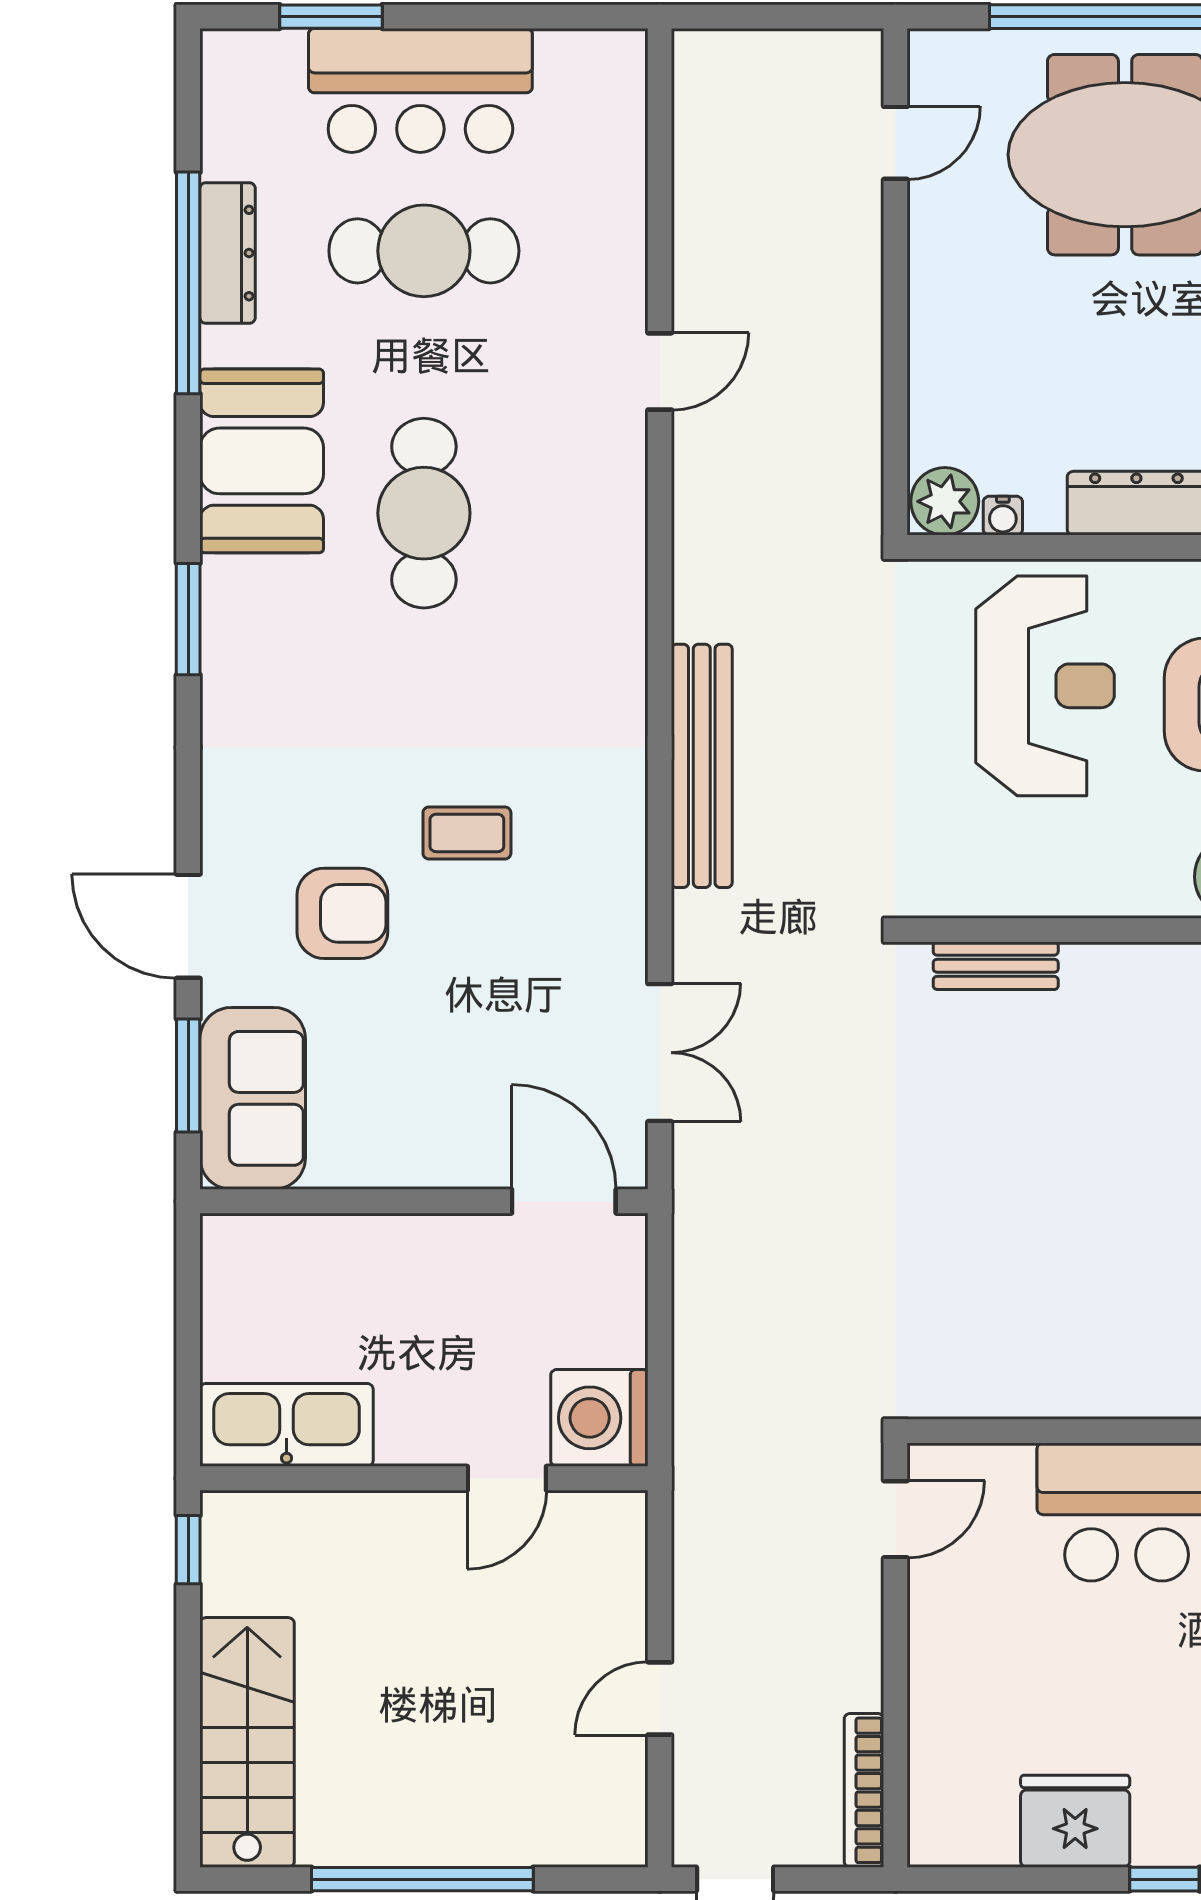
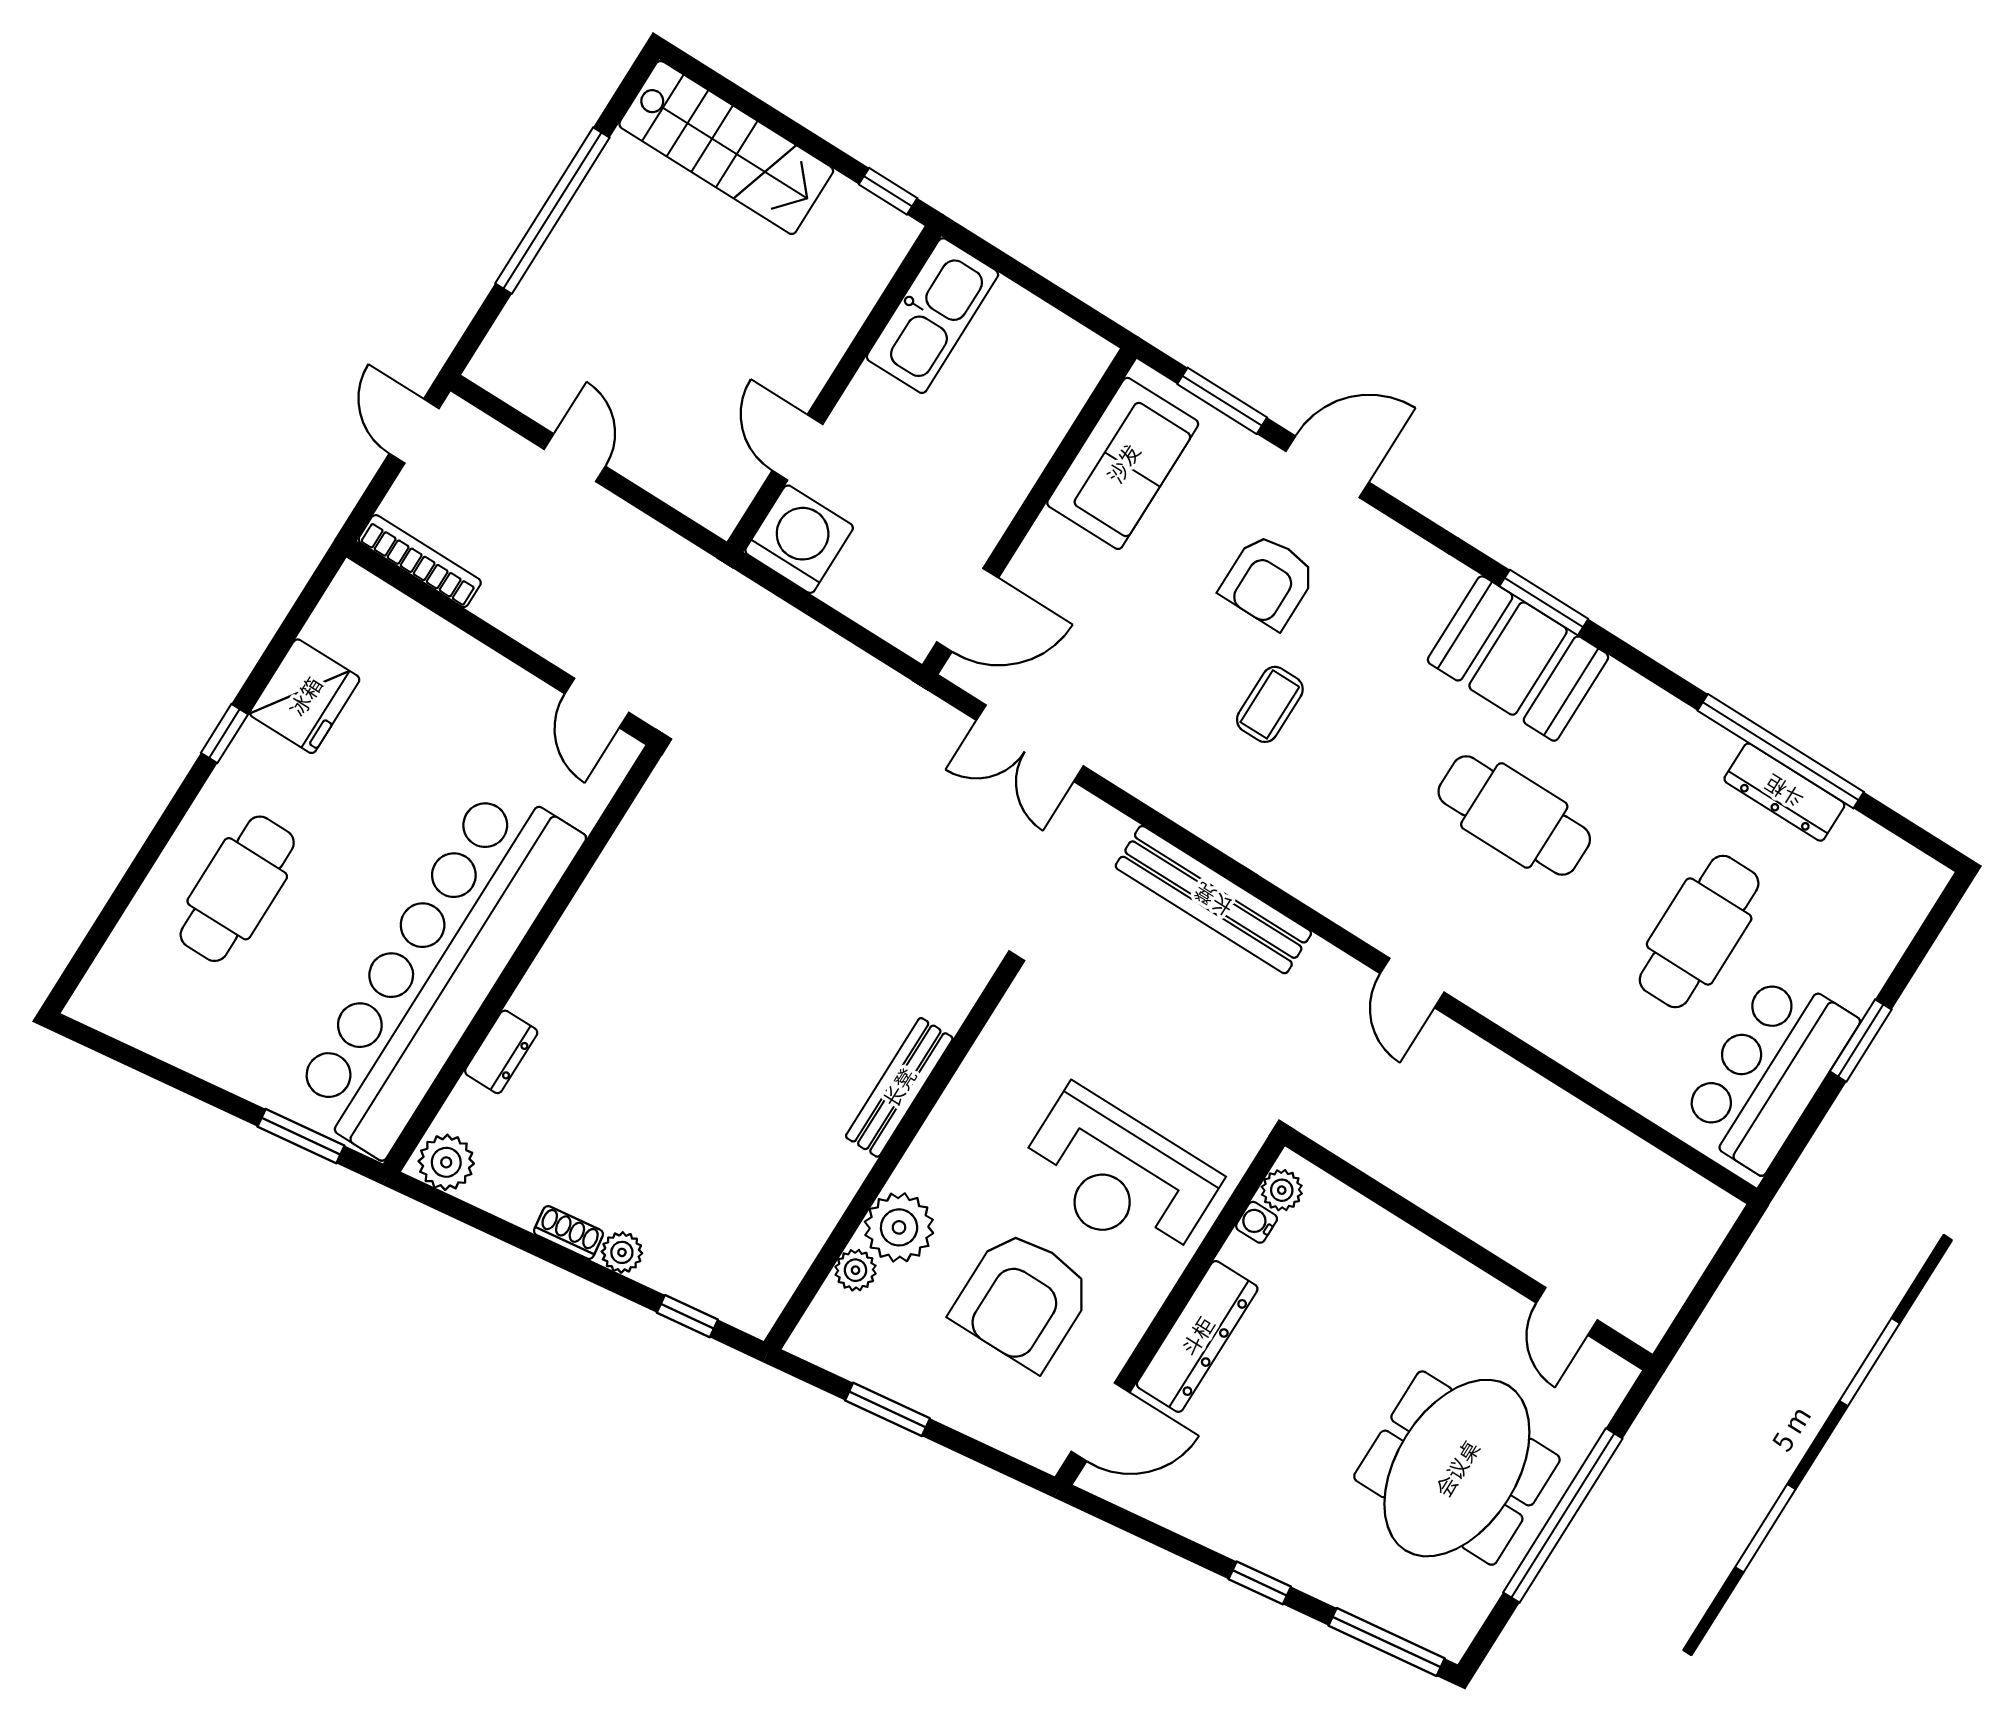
window: (331, 17) -> (1861, 1041), moved
bar counter: (420, 90) -> (1769, 1072), moved
door: (660, 371) -> (1412, 983), moved
booth: (262, 461) -> (1518, 659), moved
plant: (945, 501) -> (1282, 1190), width x0.73, depth x0.73
bench: (996, 966) -> (899, 1087), moved, width x1.36
sofa: (253, 1098) -> (1123, 463), moved, turned -90

